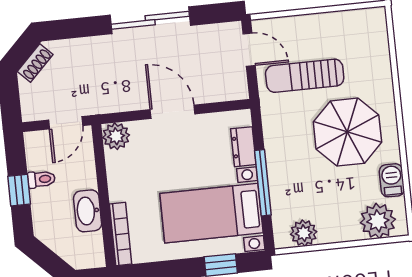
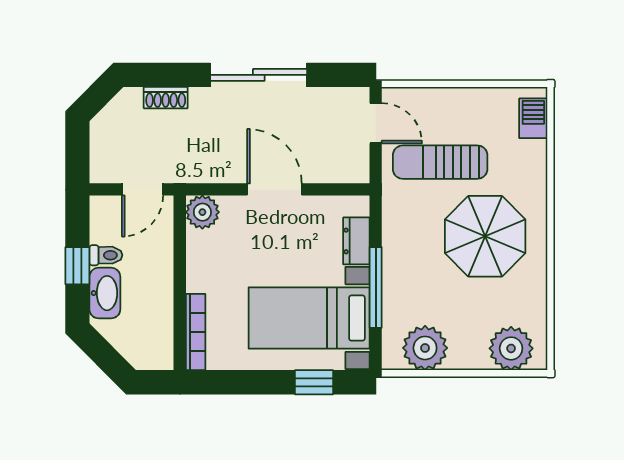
shoe rack: (35, 63) -> (166, 98), moved, turned 45
barbecue: (392, 180) -> (533, 118), moved
washbasin: (88, 211) -> (105, 293), moved, turned 180
plant: (304, 233) -> (425, 348), width x1.36, depth x1.36

